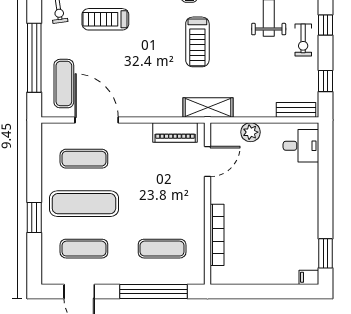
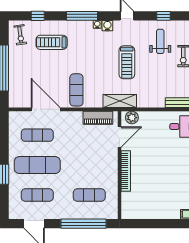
treadmill: (197, 42) -> (127, 62), moved
exercise mat: (64, 84) -> (76, 90), moved
plant: (251, 132) -> (132, 118), moved
bookcase: (217, 235) -> (126, 171), moved

